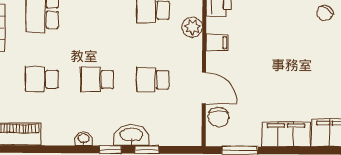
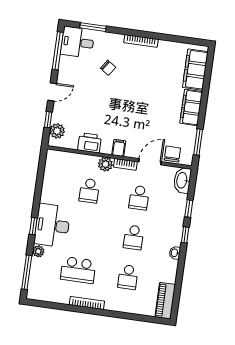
bookcase: (196, 55) -> (125, 164), added
chair: (219, 117) -> (172, 154), turned -90
washbasin: (131, 135) -> (182, 180), moved

